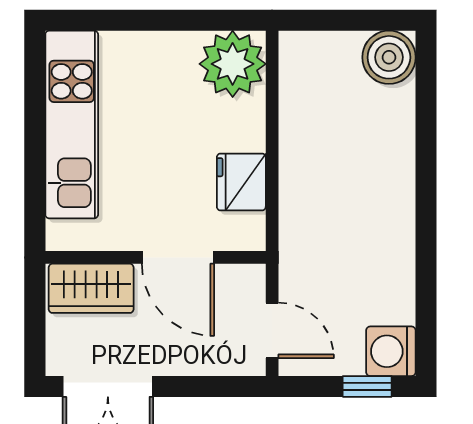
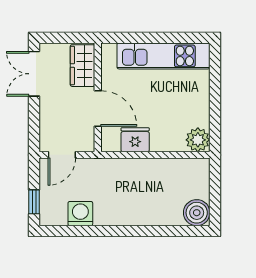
plant: (233, 64) -> (198, 140), width x0.73, depth x0.73
door: (178, 257) -> (98, 108), swing flipped
washing machine: (391, 351) -> (80, 214), moved

